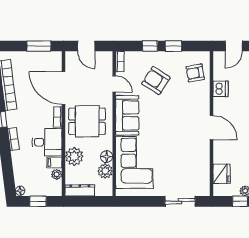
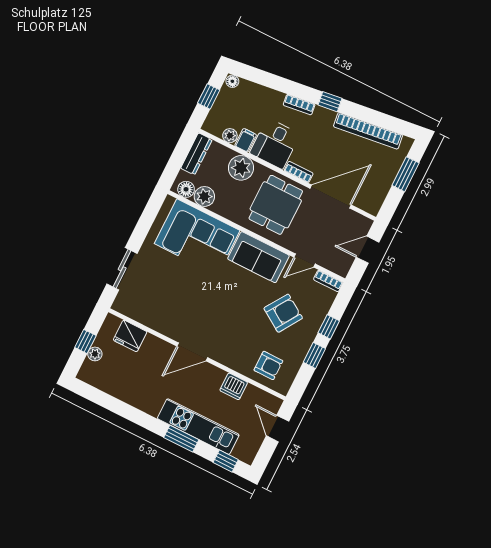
window: (39, 46) -> (405, 174), moved
armchair: (195, 73) -> (268, 365), turned 100
floor lamp: (107, 157) -> (186, 189), moved

